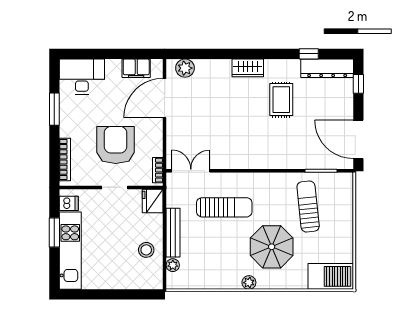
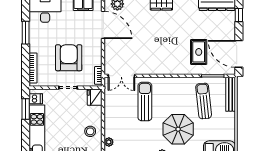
door: (165, 98) -> (103, 25), swing flipped
rug: (281, 100) -> (199, 52), moved
double door: (191, 171) -> (121, 76), swing flipped
sun lounger: (224, 207) -> (145, 102), turned -90
window: (54, 233) -> (26, 109), moved
bench: (173, 233) -> (231, 94), moved

